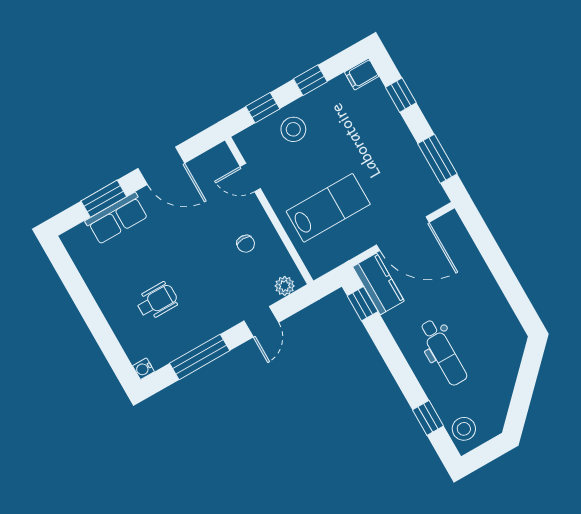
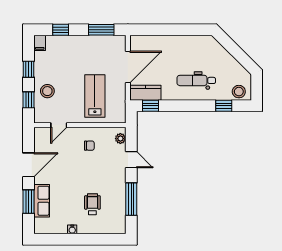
dental chair: (443, 352) -> (196, 80), turned 180
water cooler: (143, 369) -> (72, 229), moved

